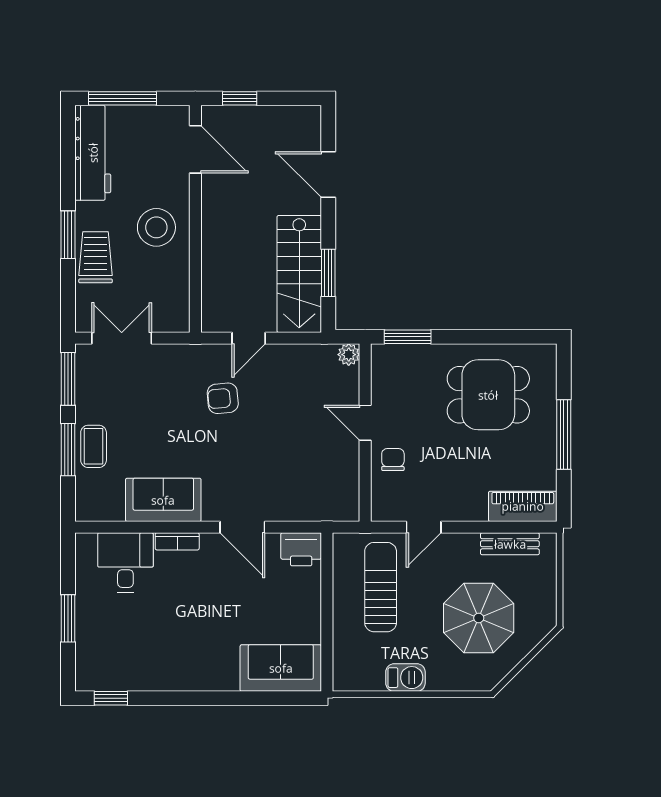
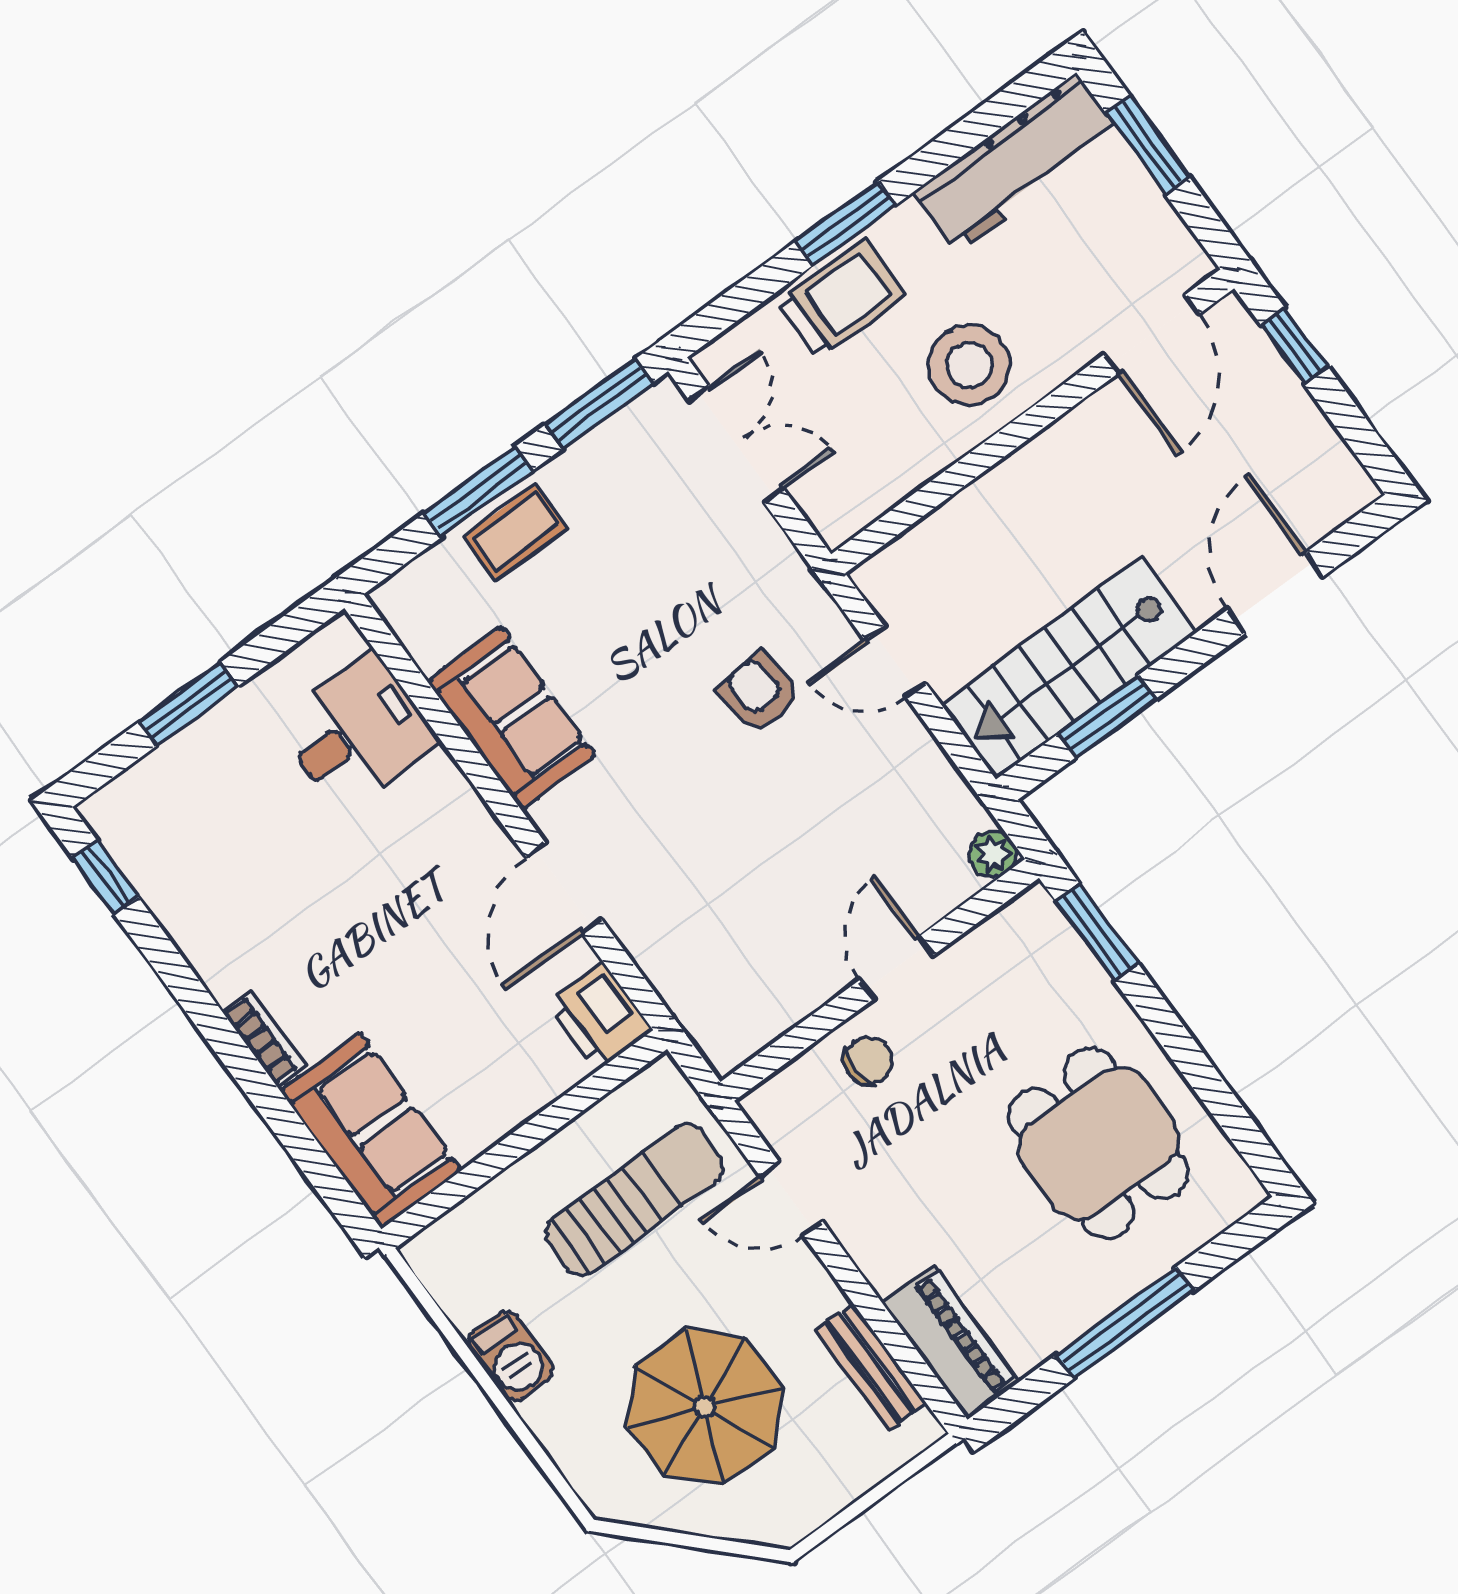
window: (122, 98) -> (1148, 145), width x0.69
bookcase: (177, 541) -> (264, 1038), moved, turned 180

